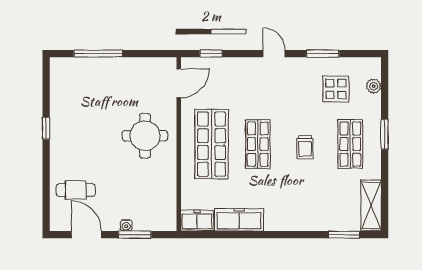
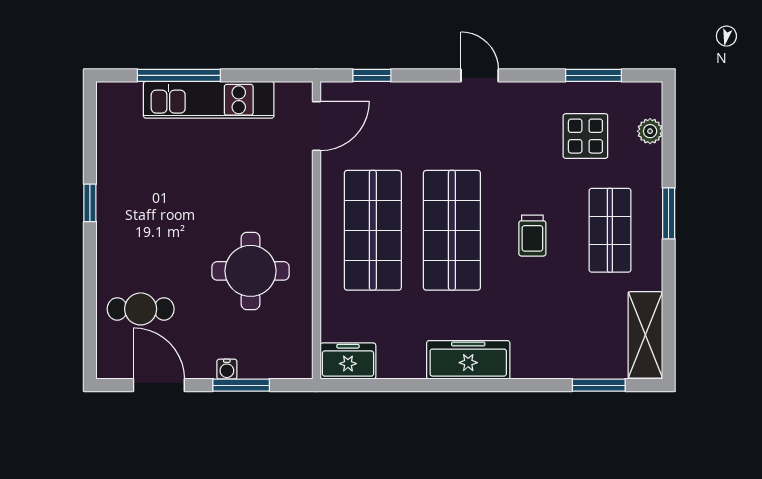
window: (323, 54) -> (594, 75), moved
kitchen unit: (116, 68) -> (209, 100), added
round table: (145, 136) -> (250, 271), moved
shop shelf: (258, 144) -> (452, 230), width x1.43, depth x1.36
freezer: (239, 220) -> (468, 360), moved

